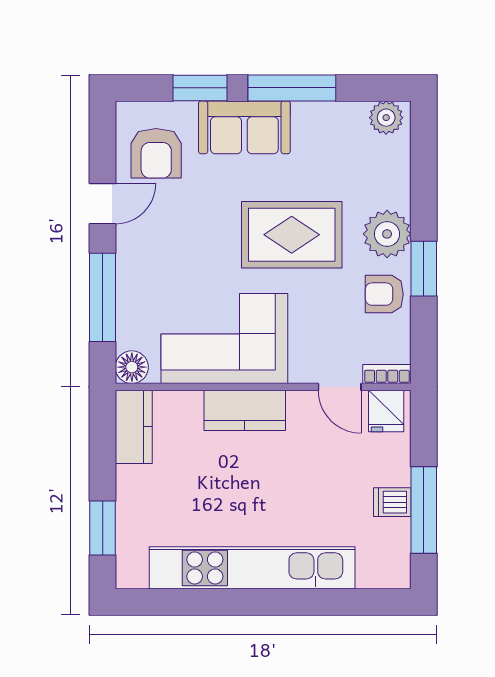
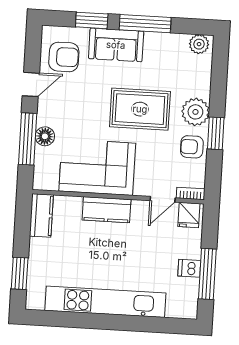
armchair: (156, 153) -> (64, 57), turned -90
floor lamp: (132, 367) -> (45, 136), moved
door: (340, 387) -> (163, 199), hinge flipped

